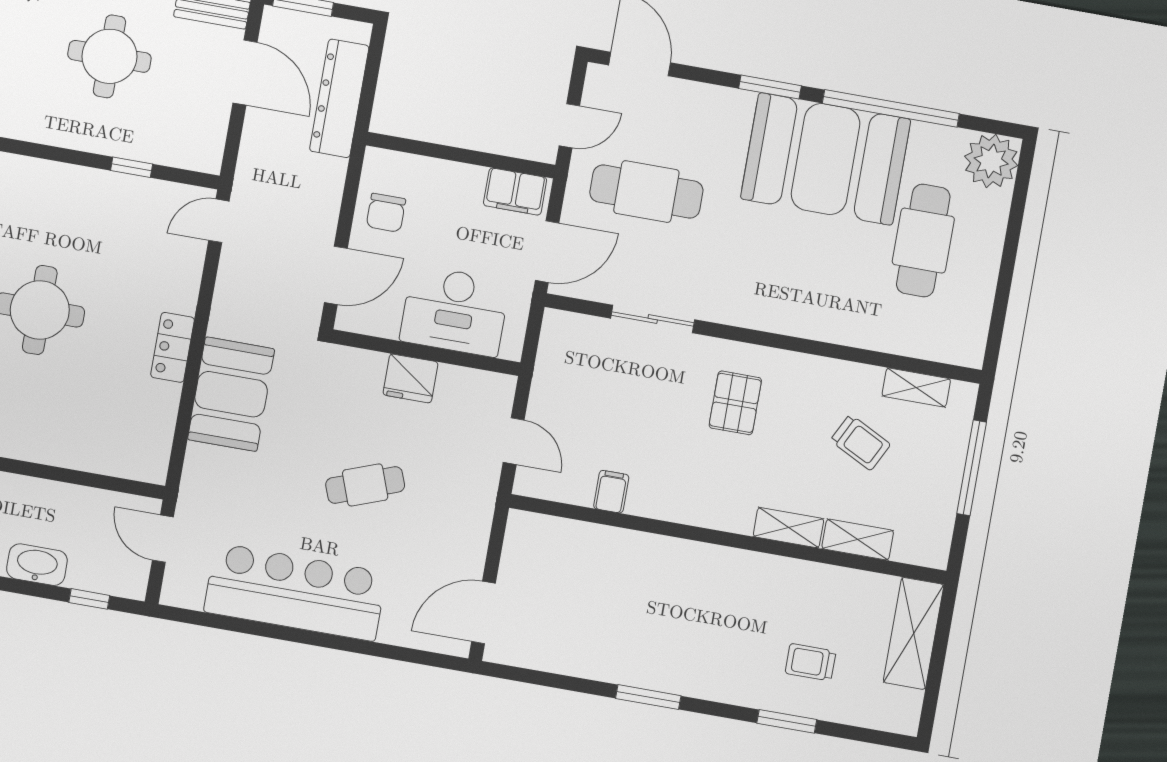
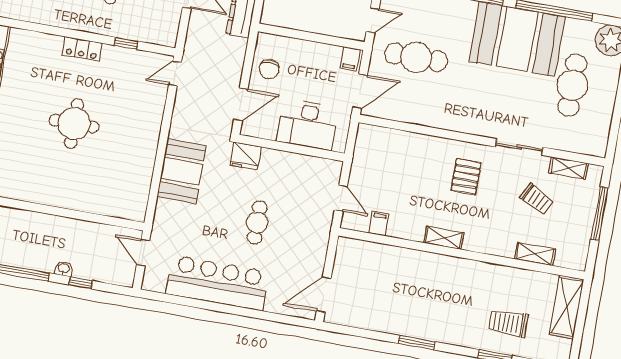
filing cabinet: (515, 192) -> (350, 59), width x0.50
sliding door: (653, 319) -> (519, 147), moved
locker: (173, 347) -> (82, 49), moved, turned -90
fridge: (410, 378) -> (246, 156), moved
cafe table: (365, 485) -> (257, 223), turned -70
filing cabinet: (611, 492) -> (379, 224), moved
shelving: (788, 528) -> (444, 238), moved
washbasin: (37, 565) -> (64, 269), width x0.52, depth x0.69
window: (89, 599) -> (81, 283), moved
trolley: (810, 662) -> (508, 323), width x1.36, depth x1.39

